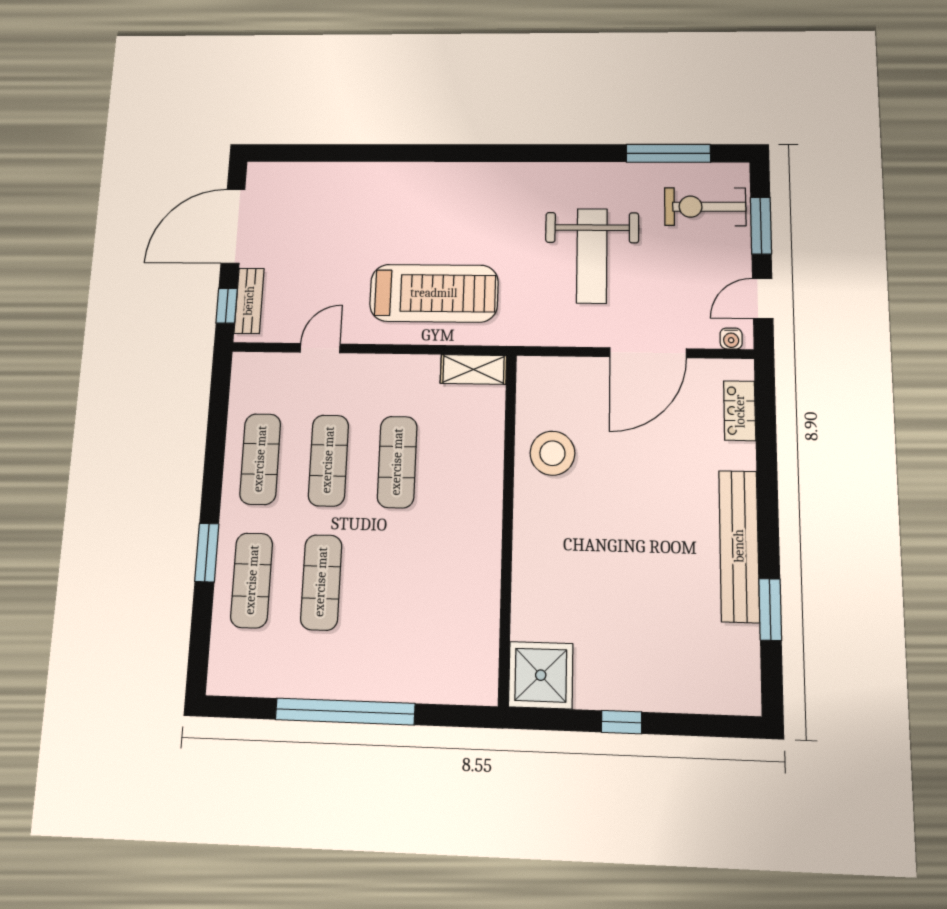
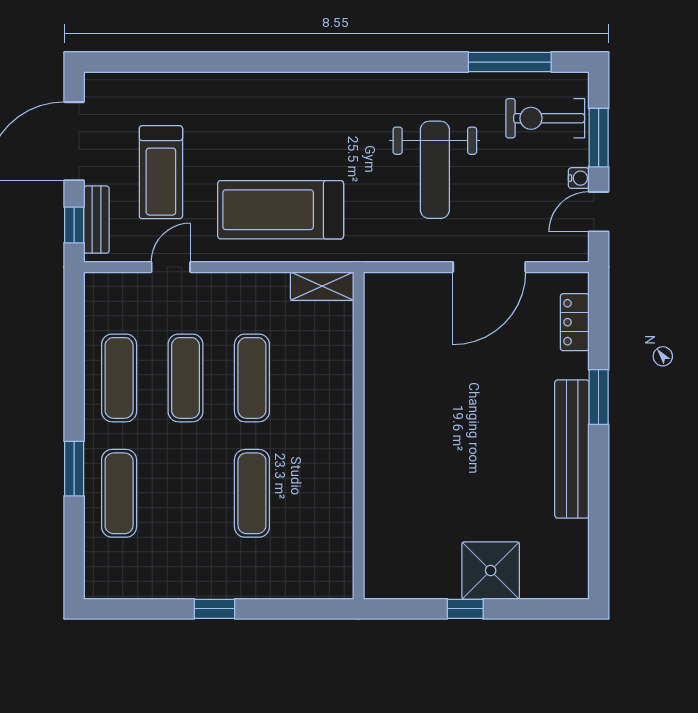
treadmill: (316, 256) -> (161, 172), added
treadmill: (434, 293) -> (281, 210), turned 180
water cooler: (731, 339) -> (579, 178), moved, turned -90
stool: (552, 453) -> (399, 366), removed
exercise mat: (321, 582) -> (252, 493), moved
window: (770, 609) -> (599, 397), moved
shower: (541, 675) -> (491, 571), moved
window: (345, 711) -> (214, 609), width x0.32

